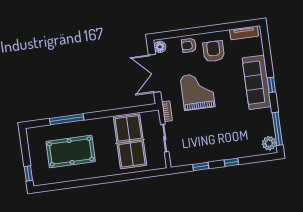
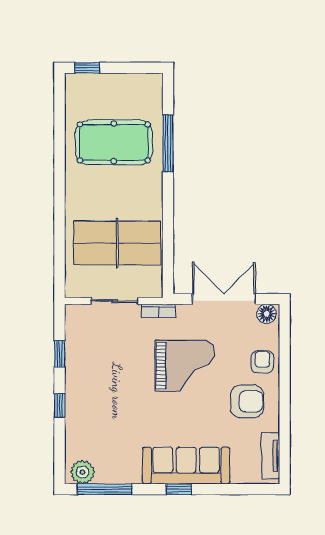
pool table: (71, 152) -> (114, 142), turned 90

